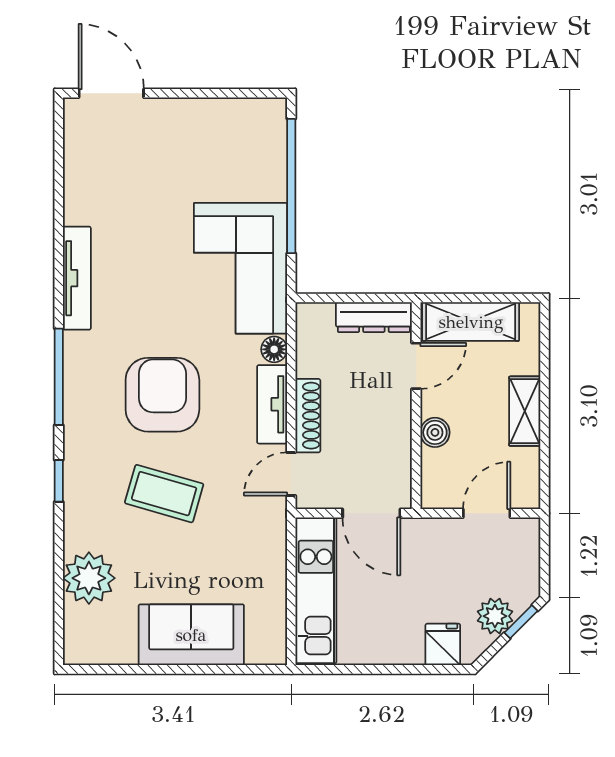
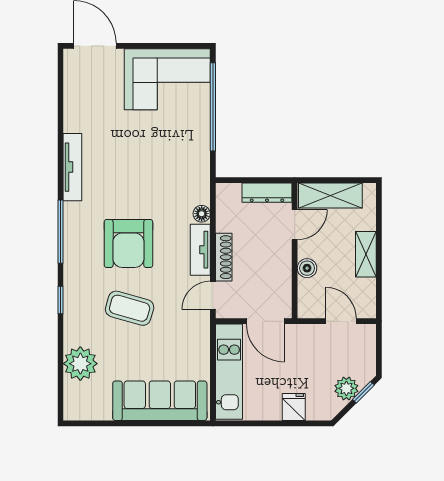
corner sofa: (240, 268) -> (167, 79), moved, turned -90
armchair: (162, 395) -> (128, 243), turned 180
door: (487, 513) -> (341, 321), hinge flipped
sofa: (191, 635) -> (160, 401), width x1.36
fridge: (443, 644) -> (294, 407), moved

